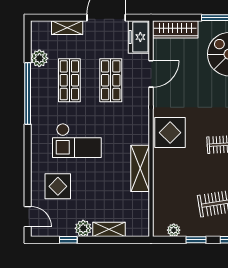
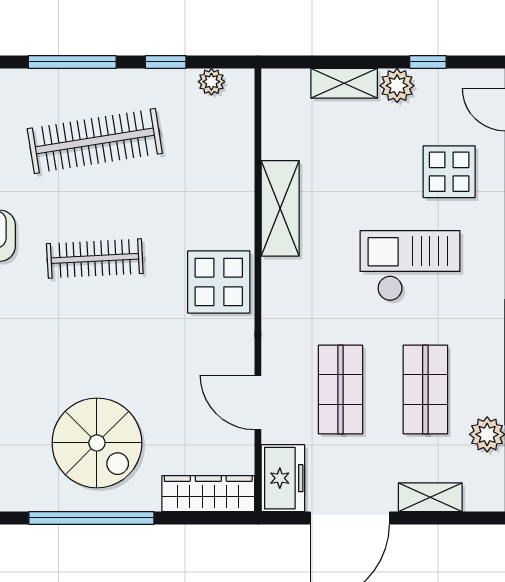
door: (151, 74) -> (258, 402), hinge flipped

